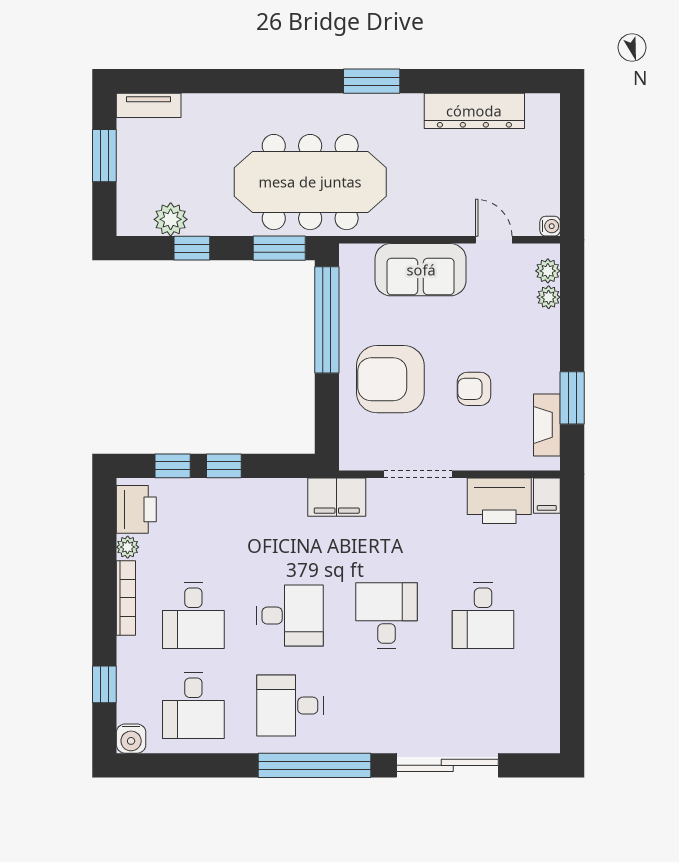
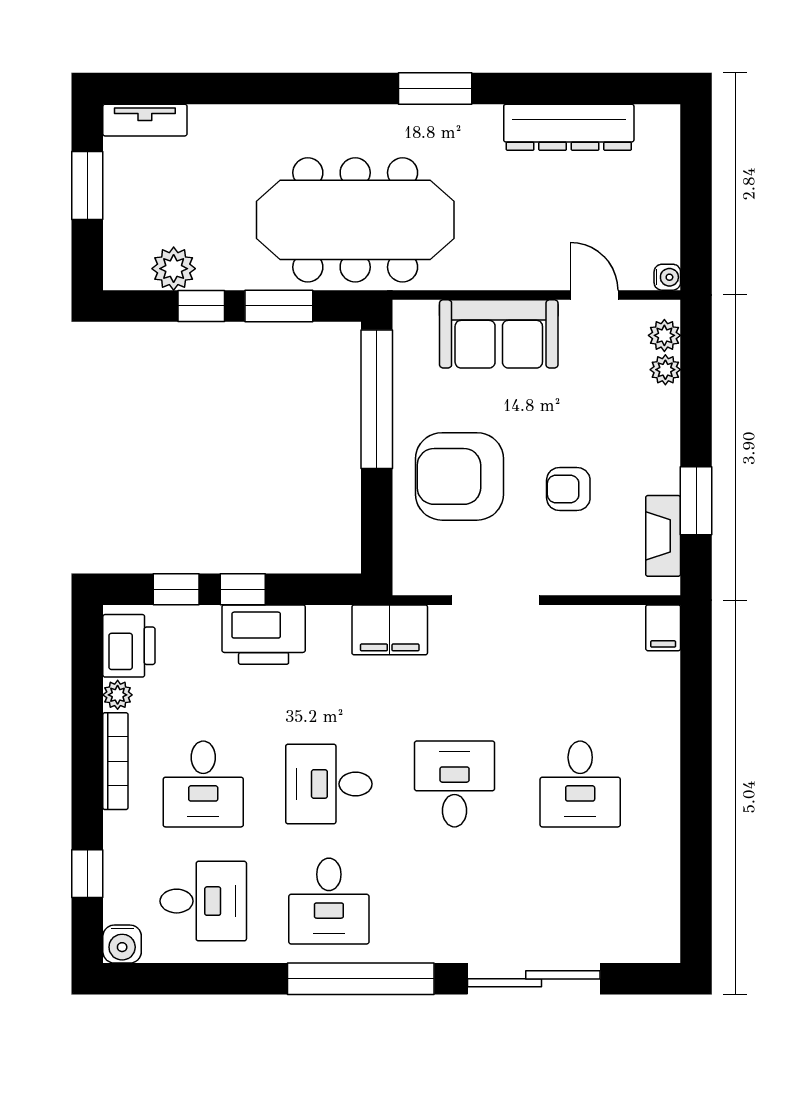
window: (279, 248) -> (279, 306), moved
printer: (499, 501) -> (264, 635), moved
desk: (290, 616) -> (329, 784), turned 180
desk: (193, 706) -> (203, 901), turned -90
desk: (290, 706) -> (329, 901), turned -90

